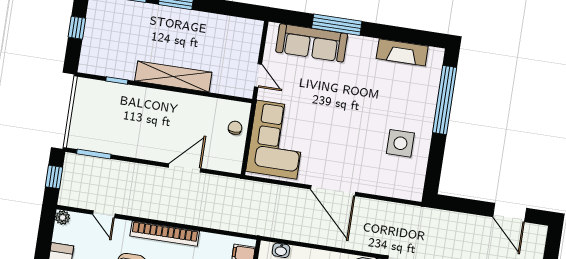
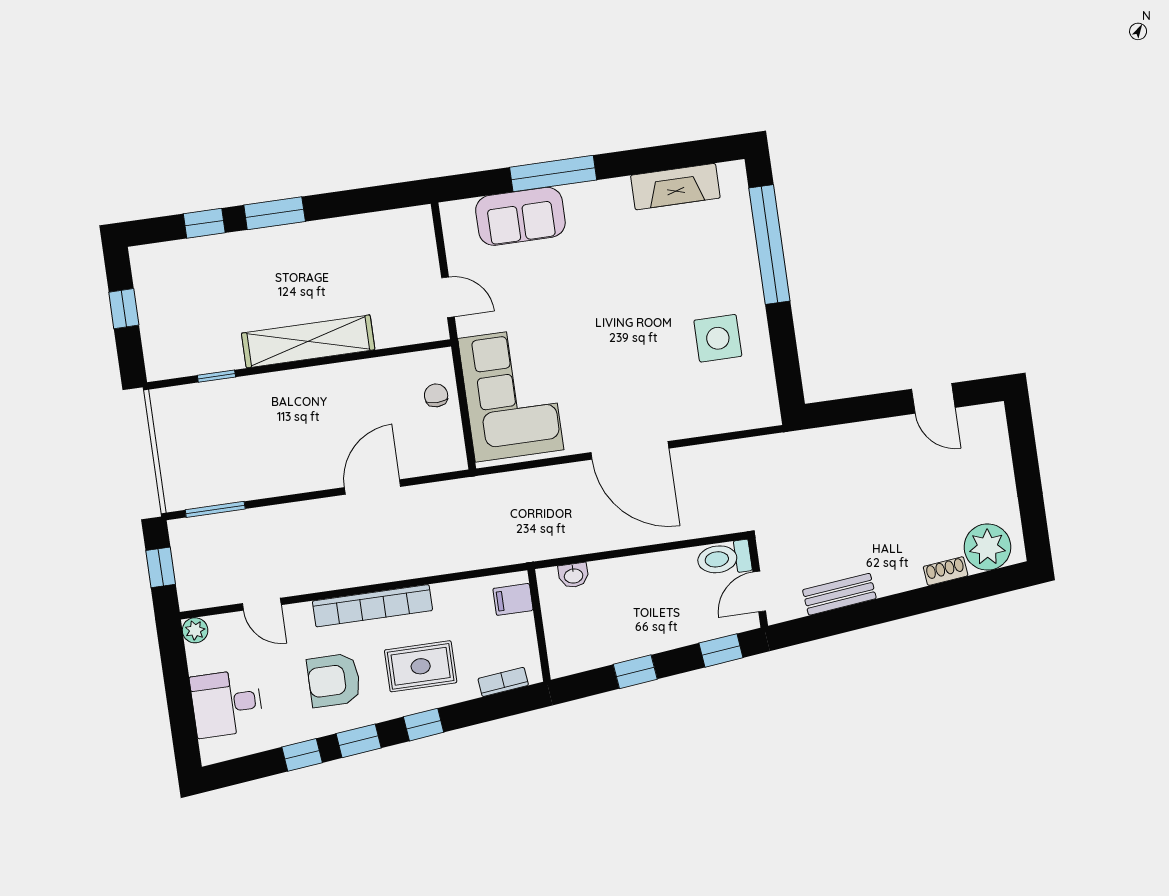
sofa: (312, 43) -> (520, 216), width x0.73
door: (510, 212) -> (933, 398), width x0.73

